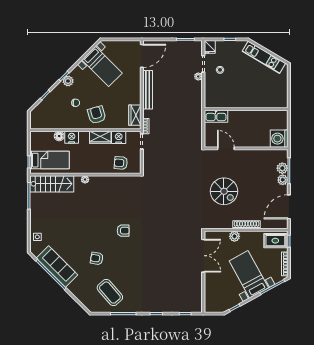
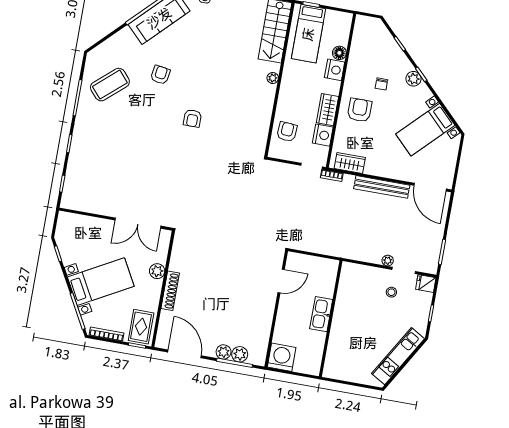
armchair: (97, 115) -> (360, 110), turned -74
kitchen sink: (216, 116) -> (321, 314), moved
spiral stairs: (224, 191) -> (222, 268), removed

